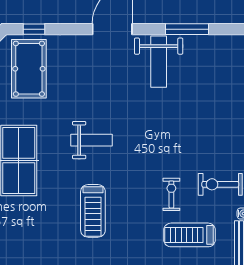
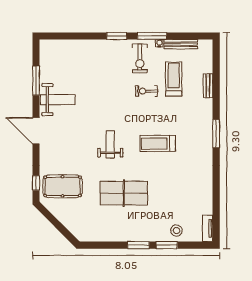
treadmill: (93, 211) -> (158, 143), turned 180
treadmill: (190, 235) -> (174, 79), turned 180

